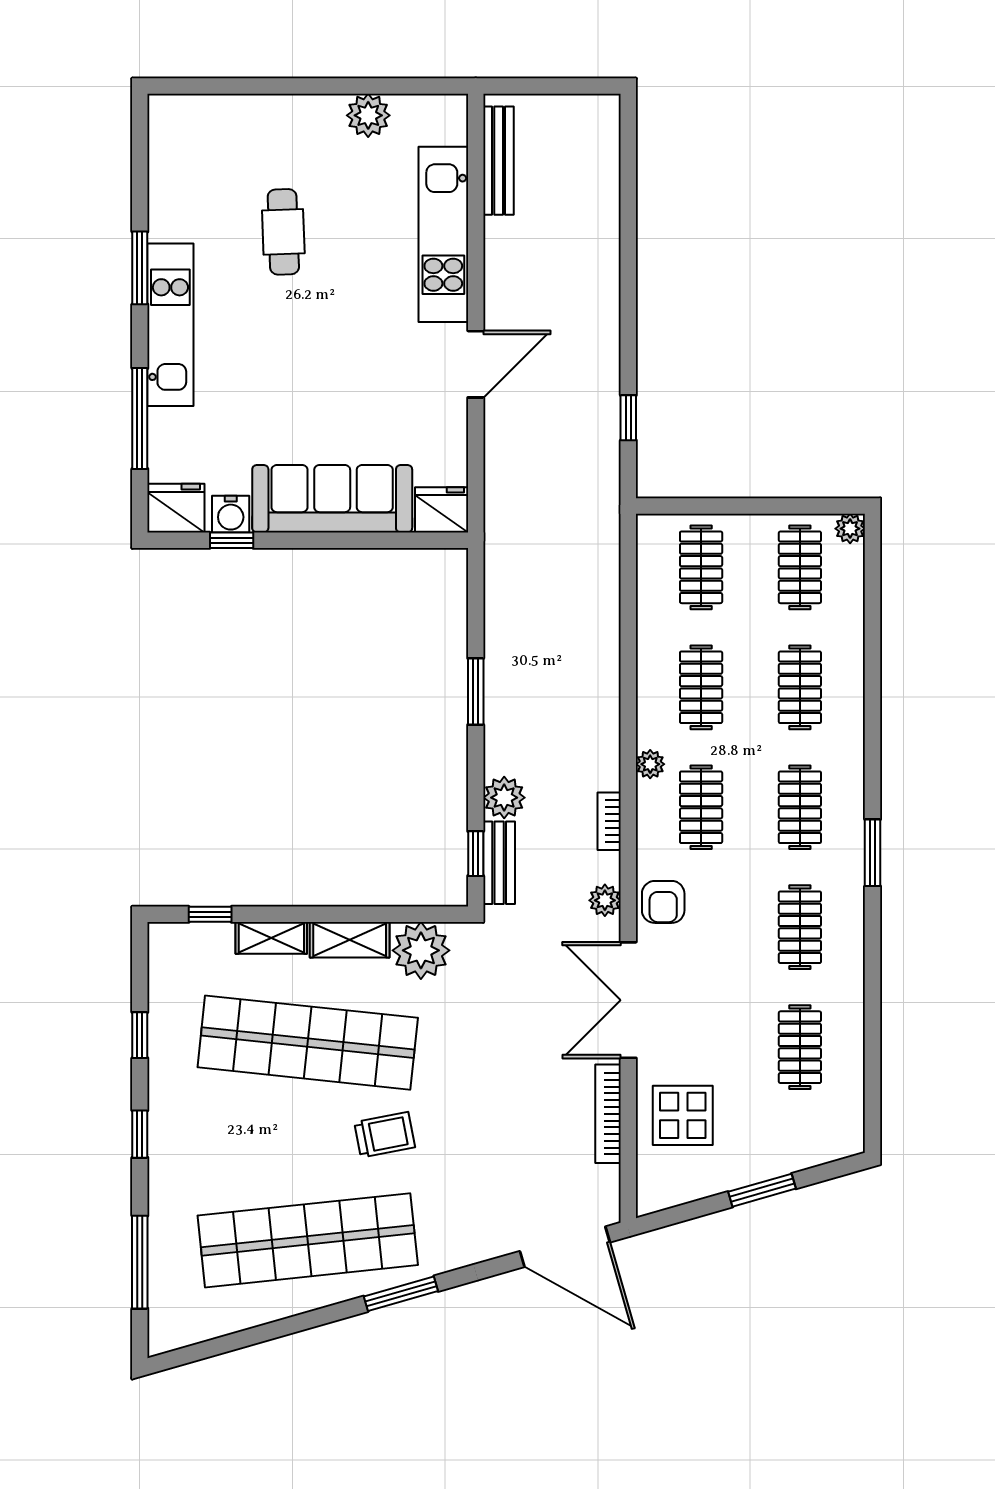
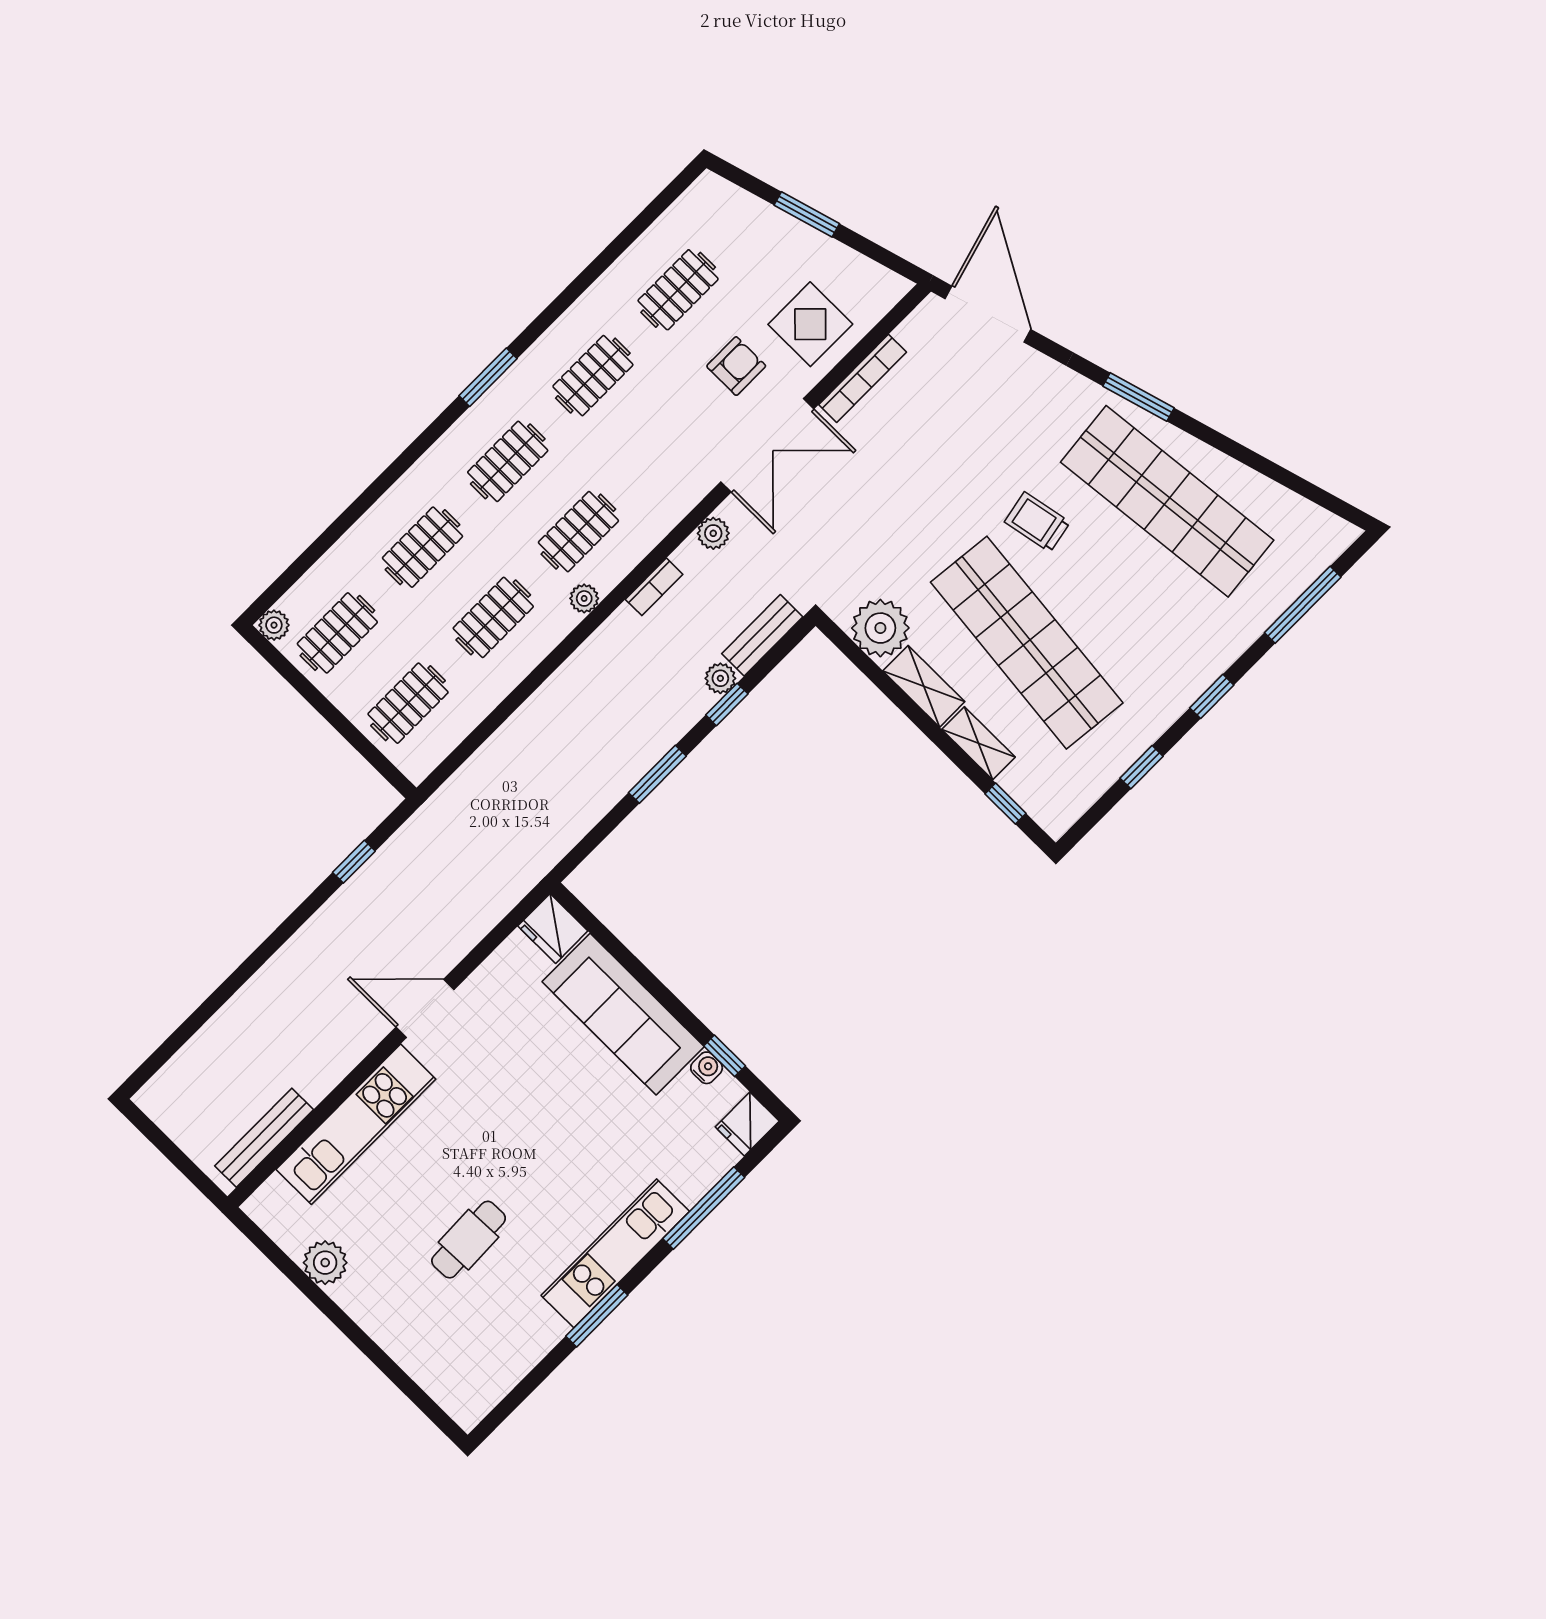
fridge: (176, 508) -> (747, 1124), width x0.72
water cooler: (231, 514) -> (707, 1068), width x0.72, depth x0.72
plant: (504, 798) -> (720, 678), width x0.73, depth x0.73
window: (476, 854) -> (727, 704), moved
armchair: (663, 902) -> (736, 366), moved

